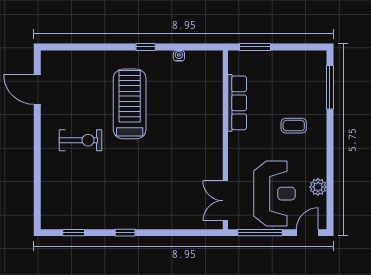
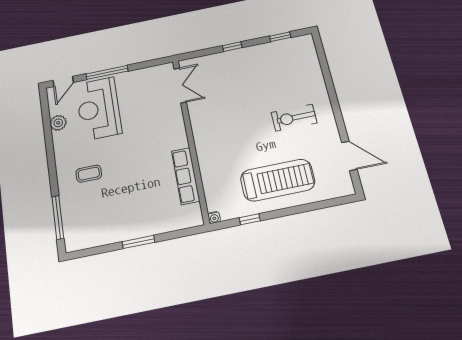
row of seats: (237, 103) -> (186, 176), moved
treadmill: (130, 104) -> (278, 180), moved, turned -90
wall: (225, 140) -> (191, 139), moved
double door: (225, 201) -> (180, 85), moved

